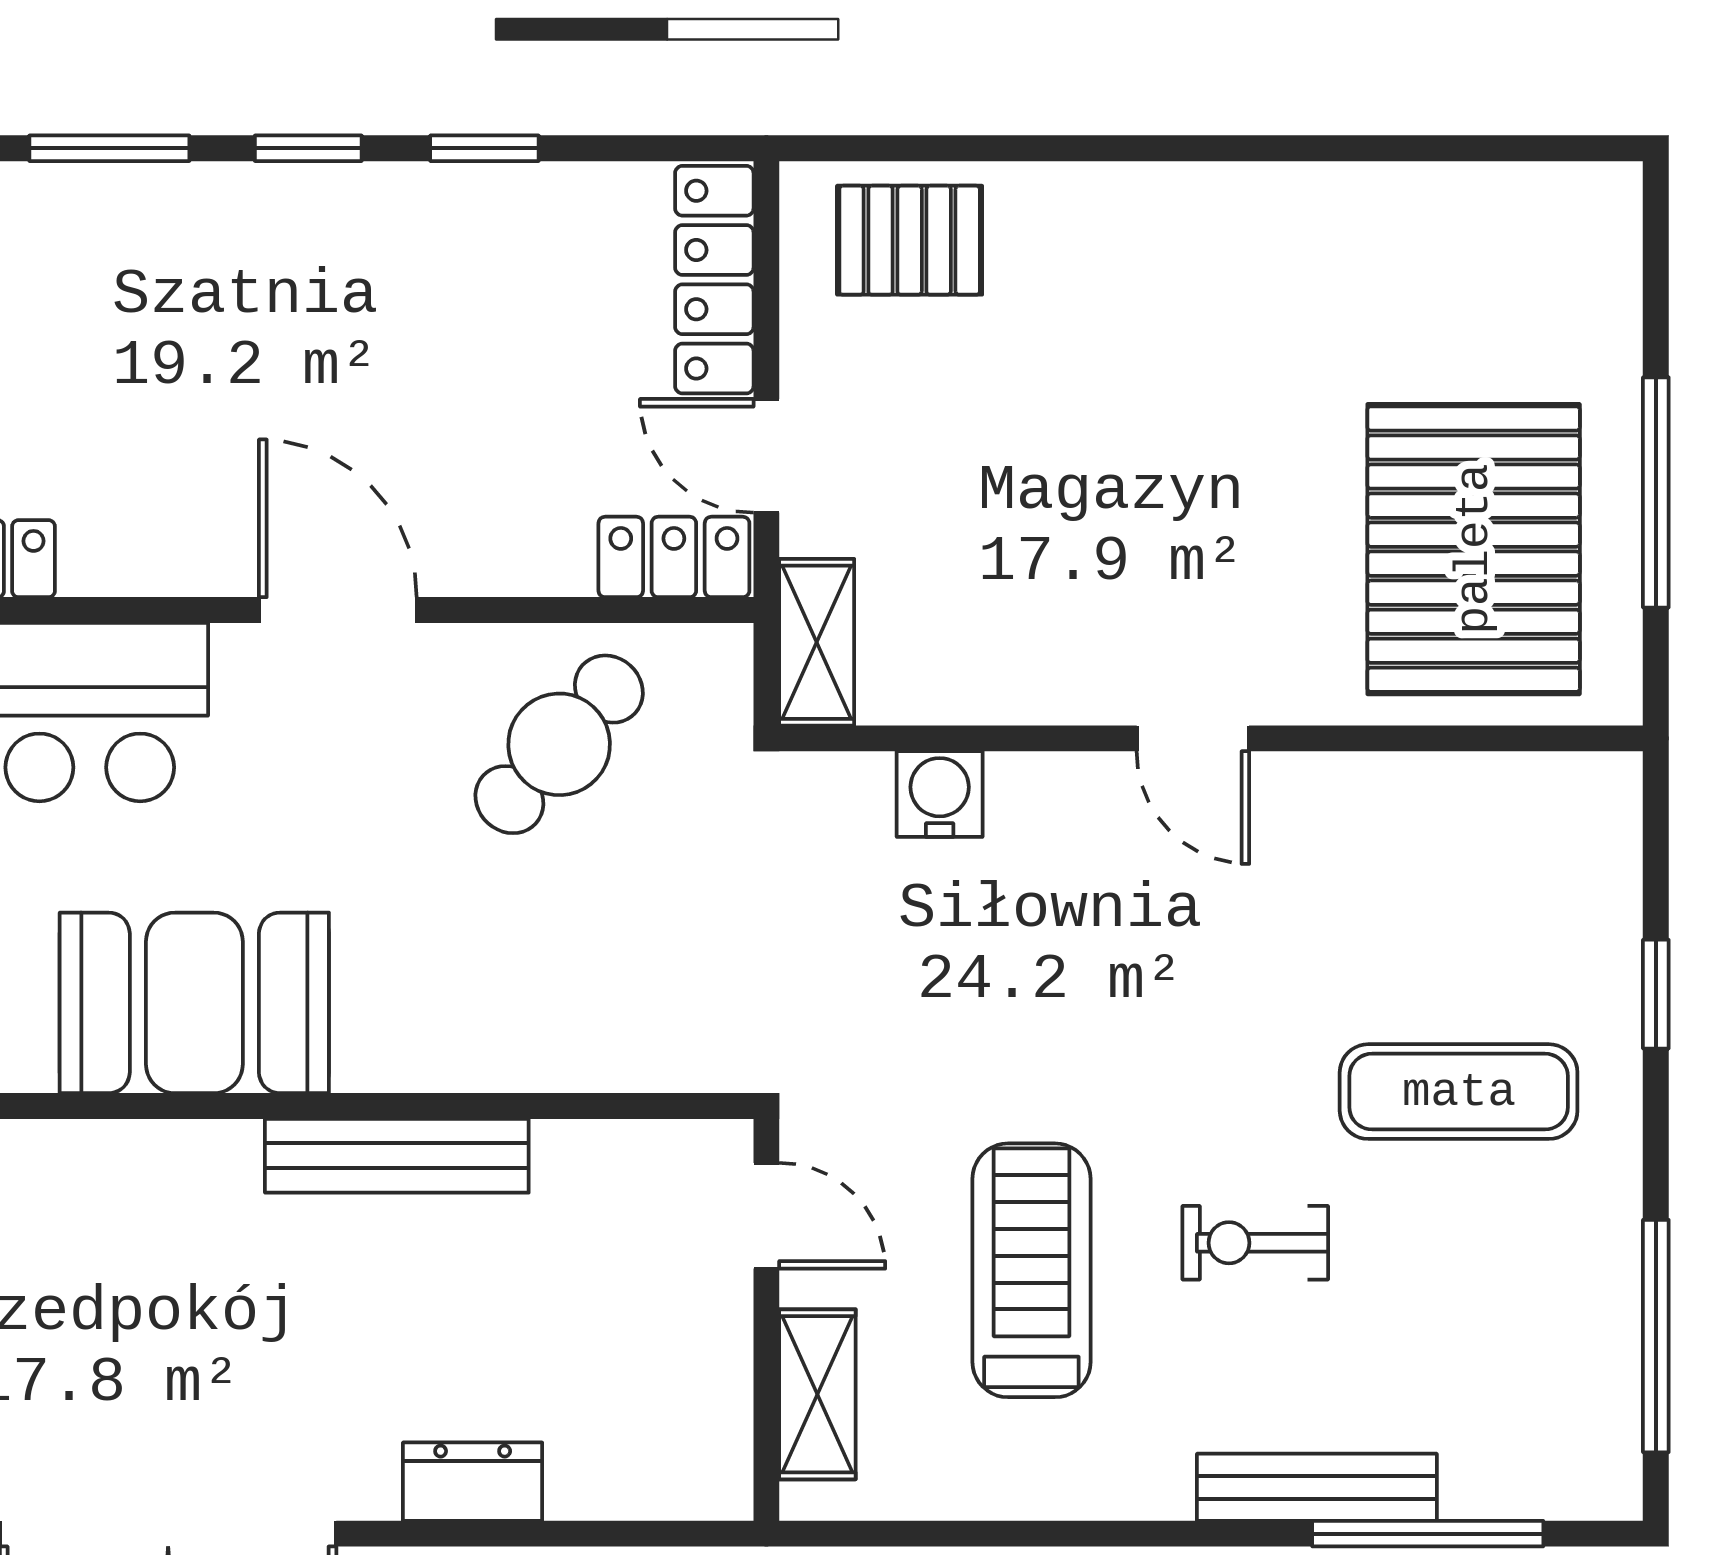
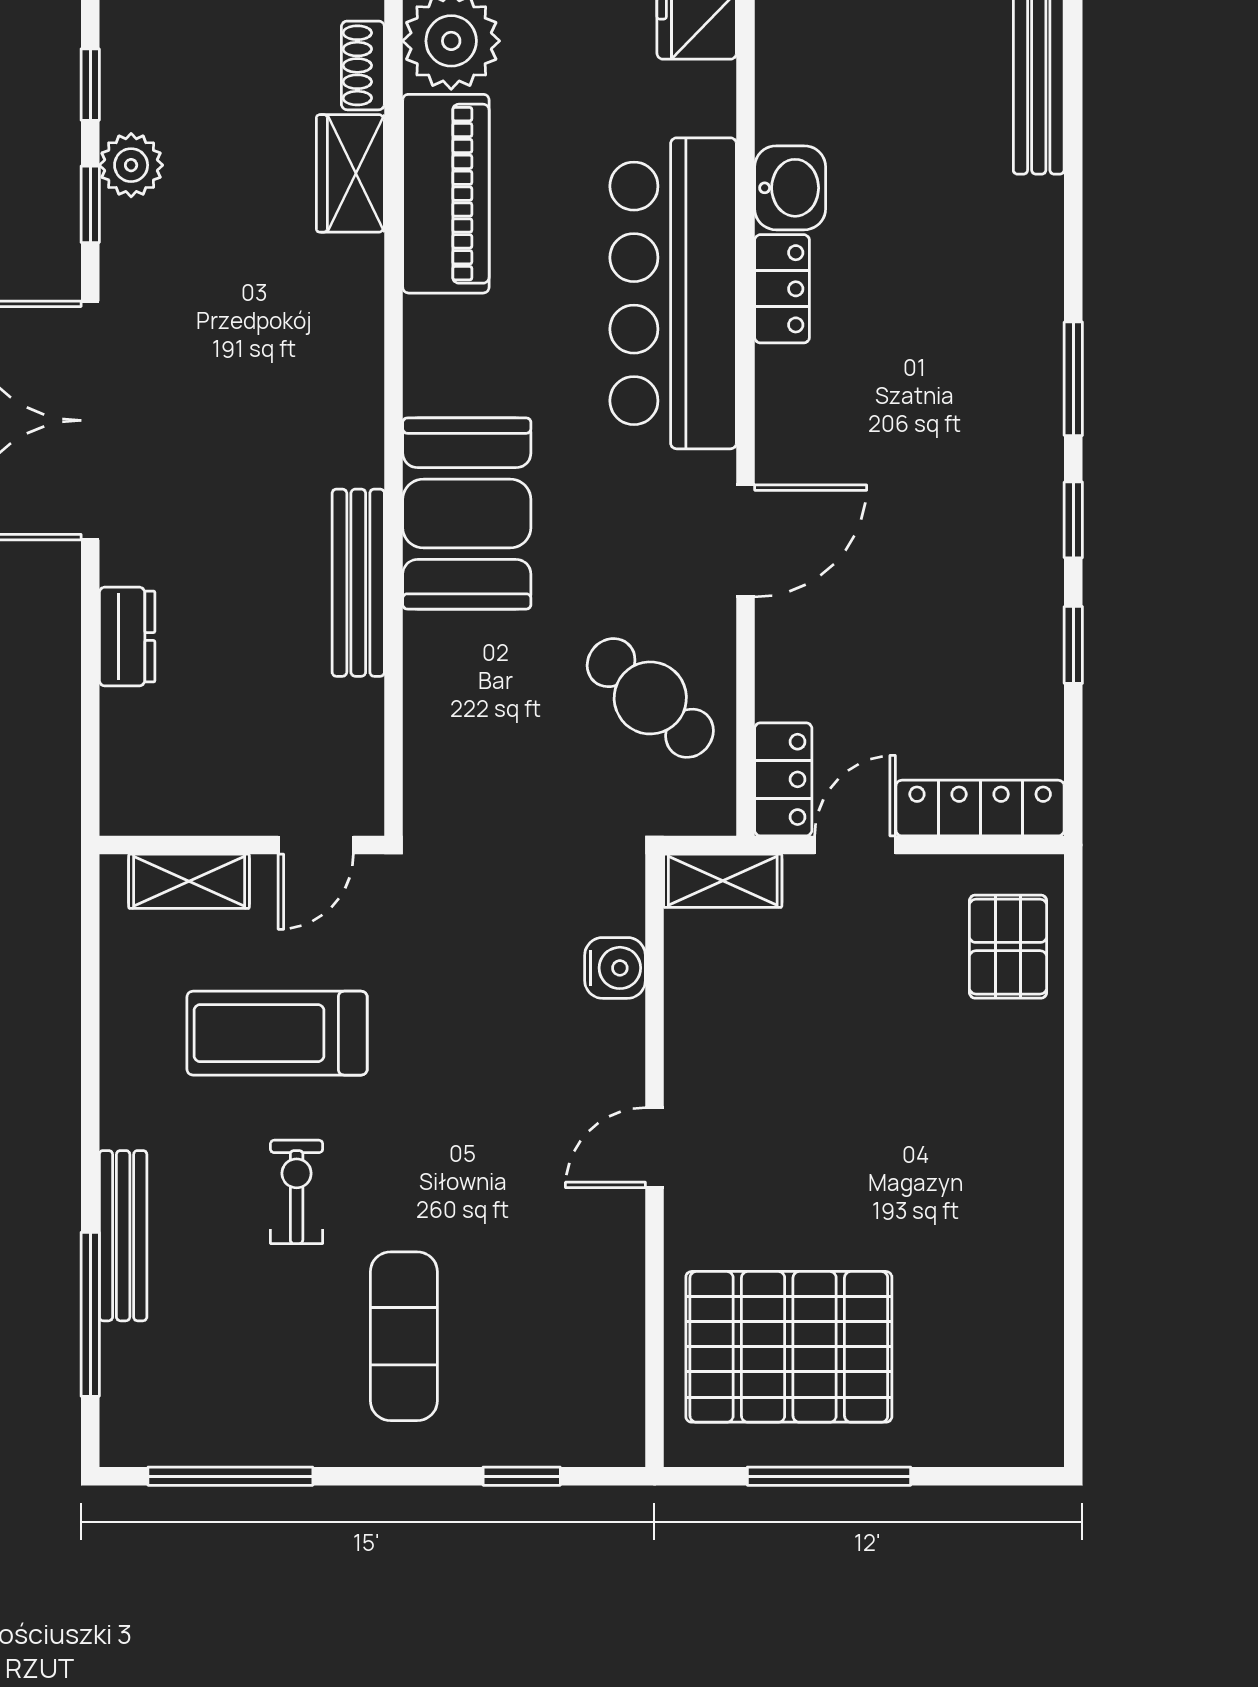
window: (1656, 994) -> (522, 1476), moved
booth: (194, 1003) -> (467, 514), moved
treadmill: (1031, 1270) -> (277, 1033), turned 180

